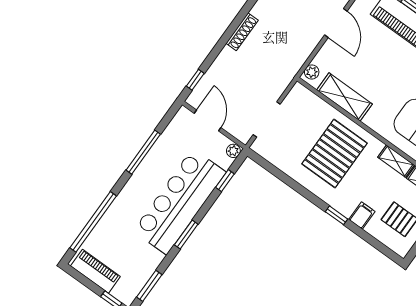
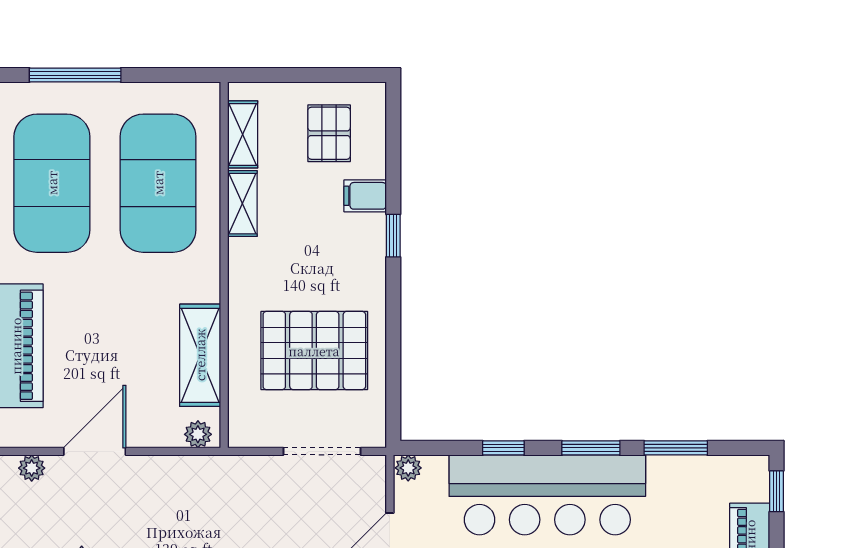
pallet: (334, 153) -> (314, 351), moved
window: (225, 181) -> (503, 448), moved
window: (149, 286) -> (676, 448), moved

